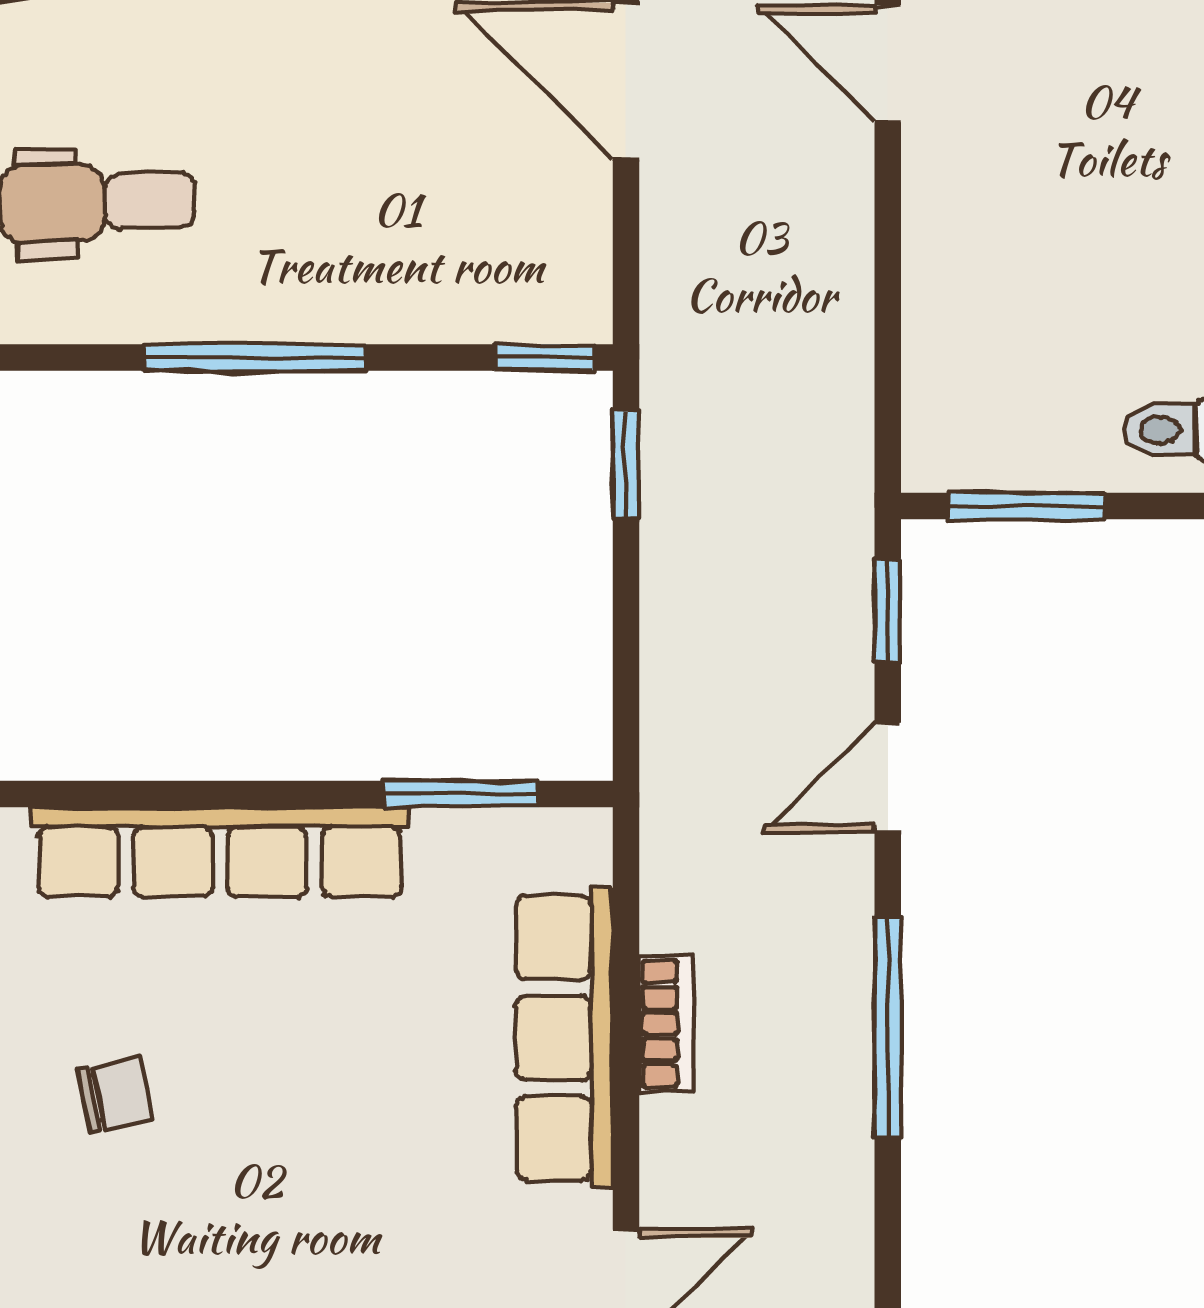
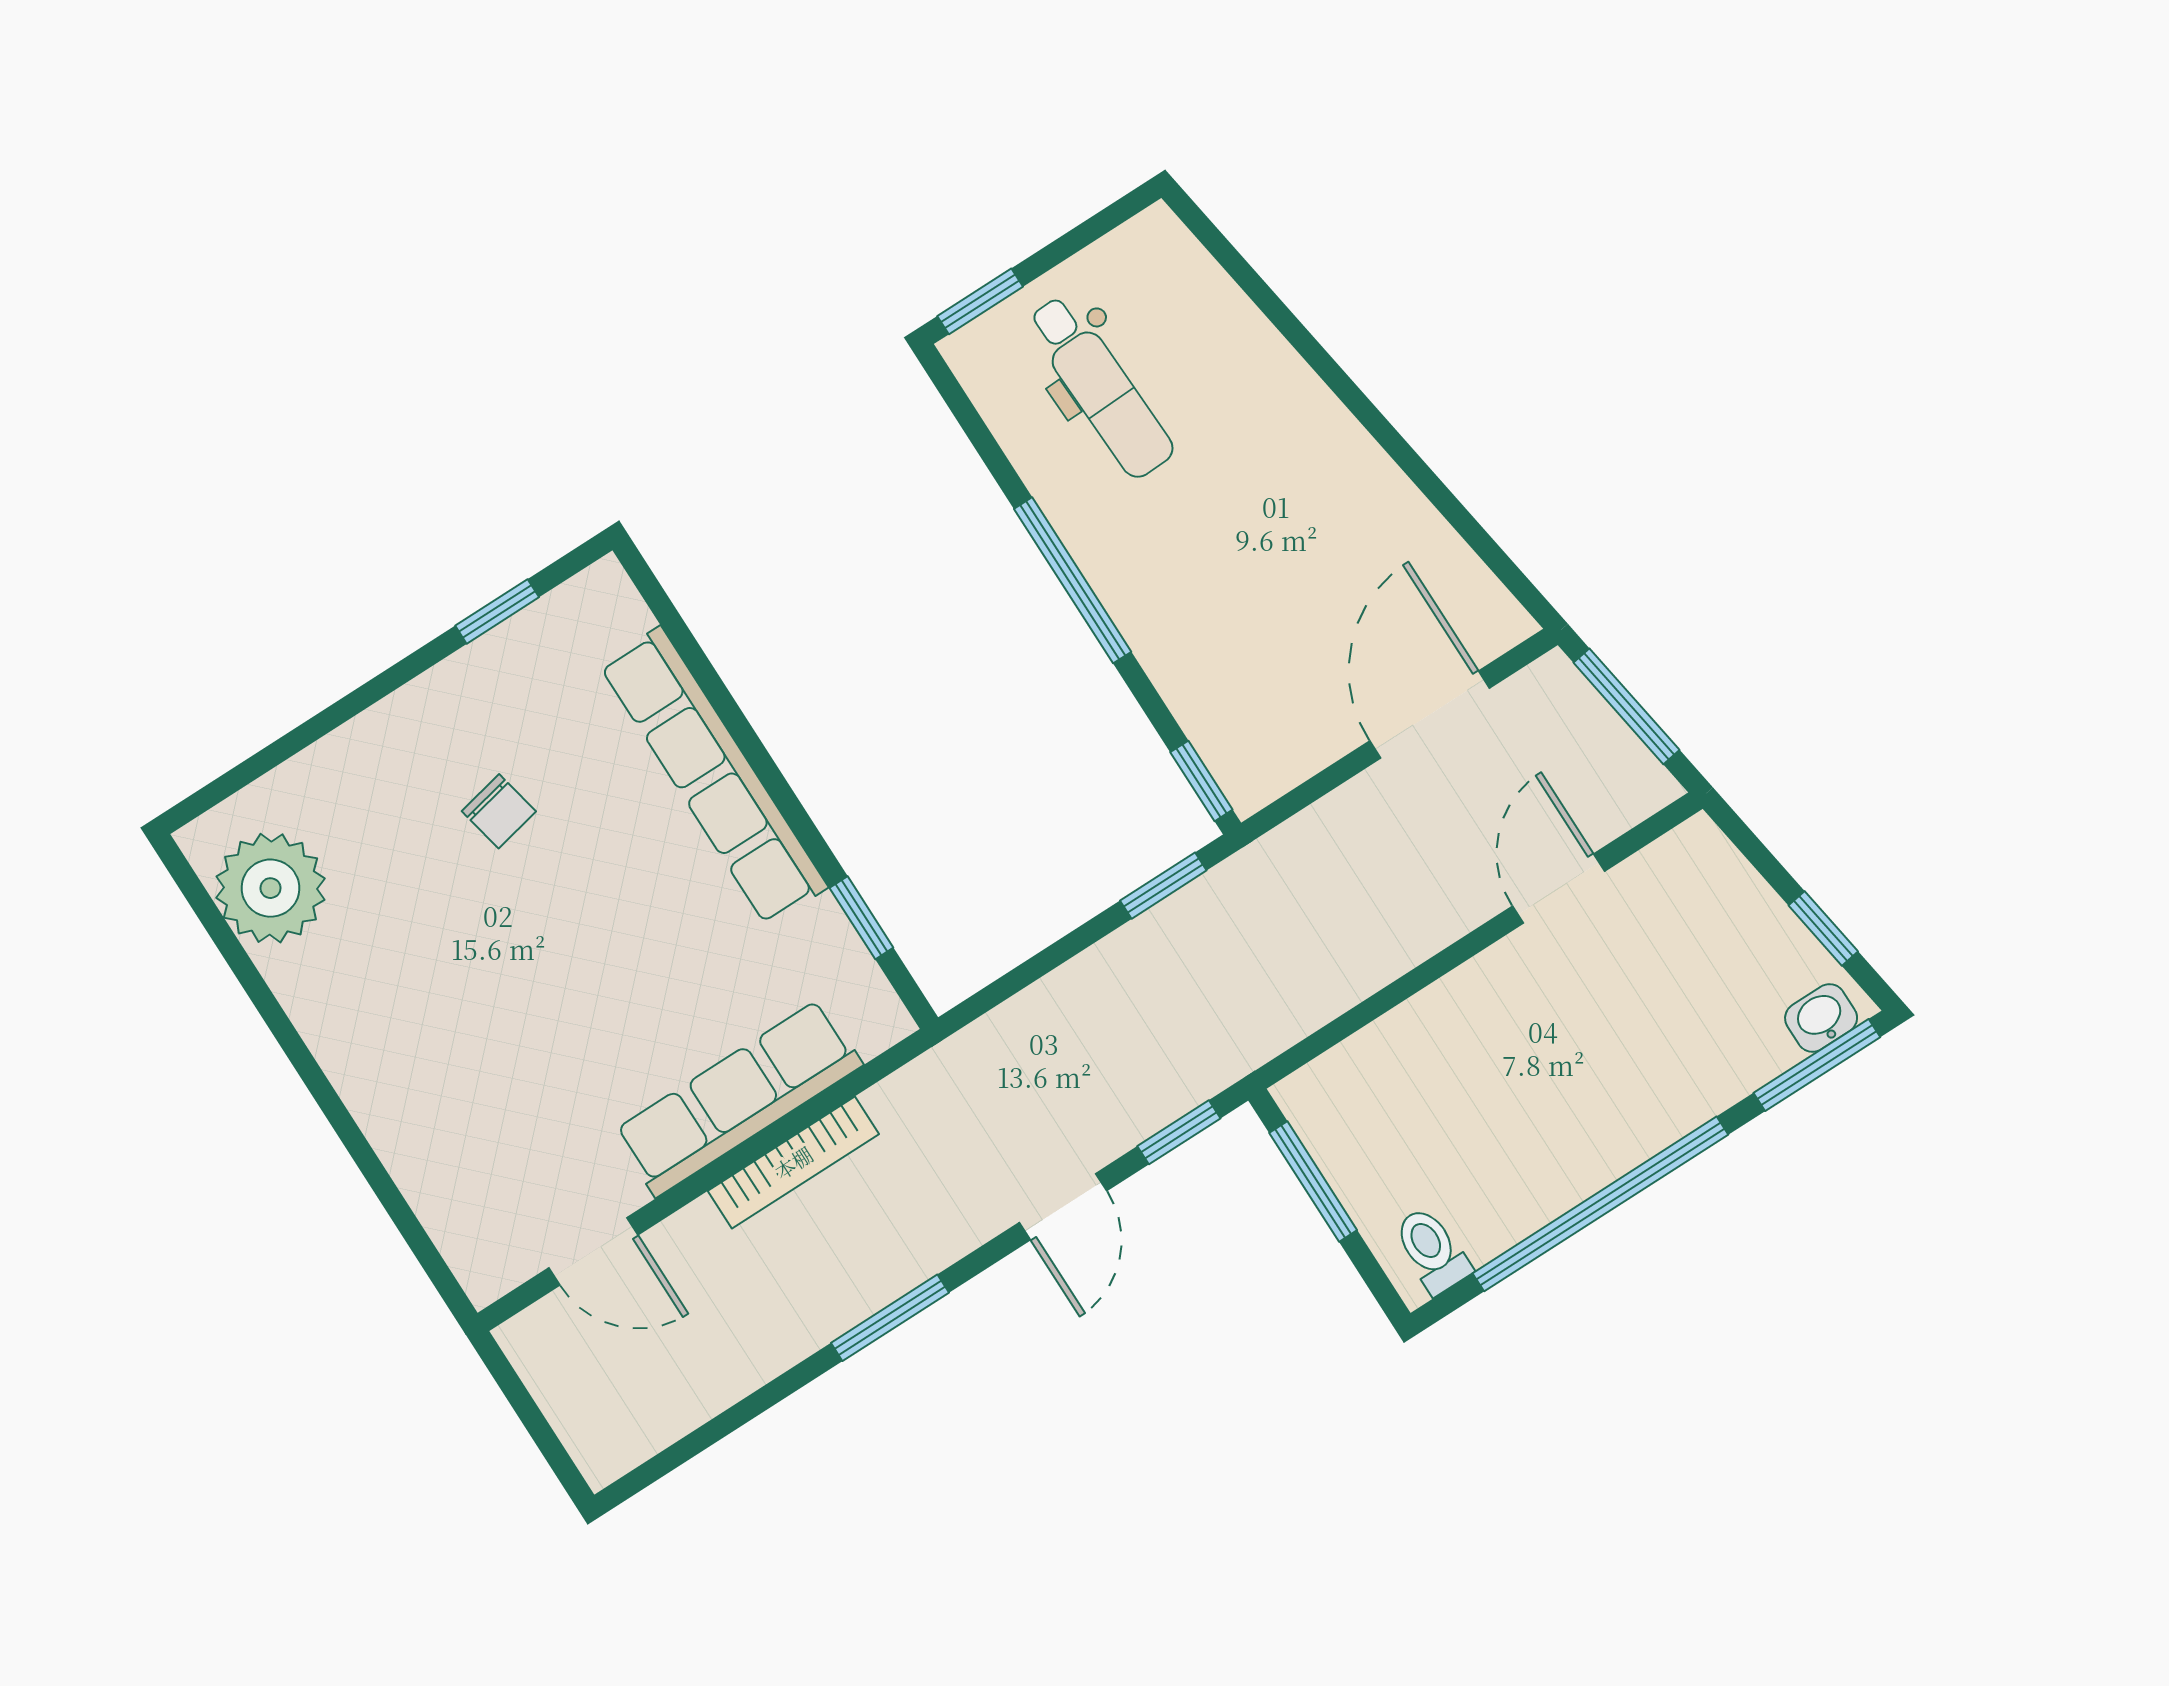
door: (888, 778) -> (1063, 1207), swing flipped
window: (461, 794) -> (861, 918), width x0.67
bookcase: (666, 1024) -> (793, 1162), width x1.56
window: (888, 1027) -> (890, 1318), width x0.69

